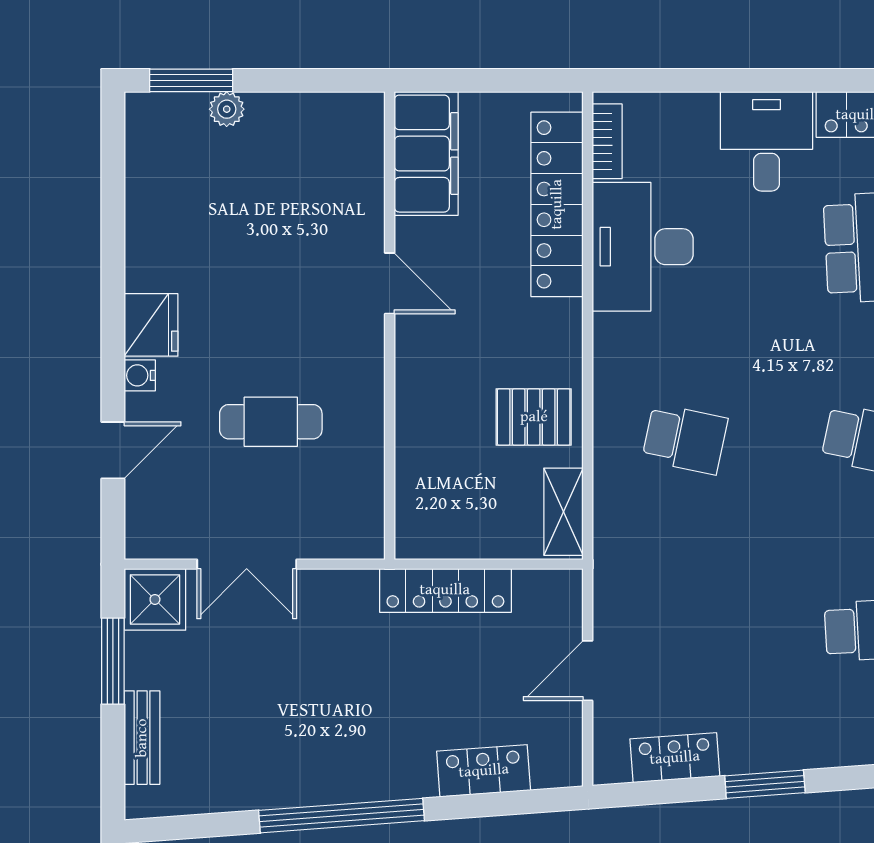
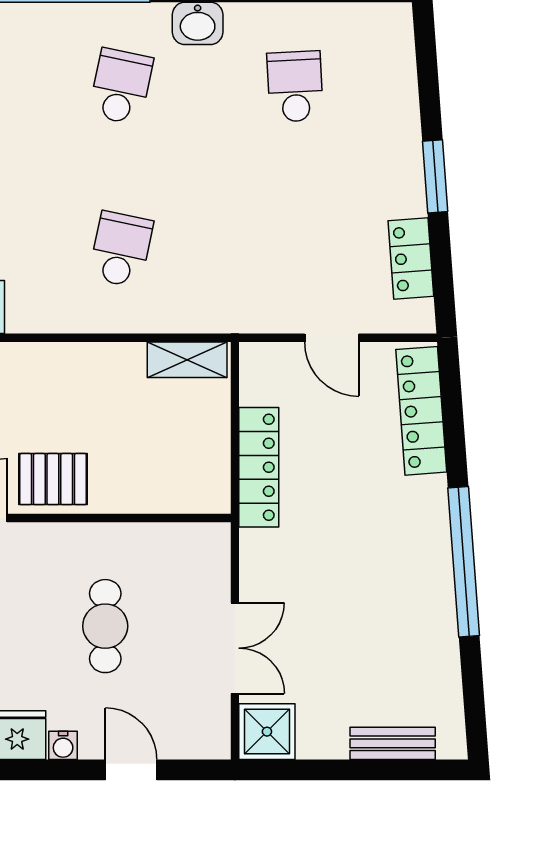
pallet: (534, 417) -> (53, 479), moved, turned 90
window: (113, 661) -> (323, 770), removed
locker: (484, 771) -> (421, 411), width x1.53

